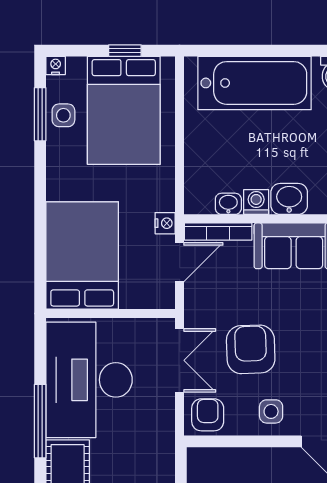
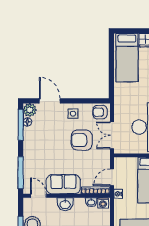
washing machine: (256, 202) -> (103, 203), moved
armchair: (251, 349) -> (82, 140), turned 92
armchair: (208, 415) -> (100, 112), turned 90

